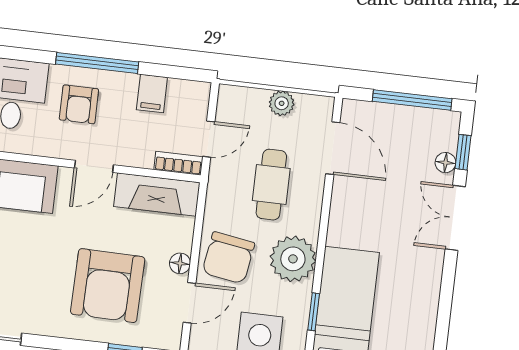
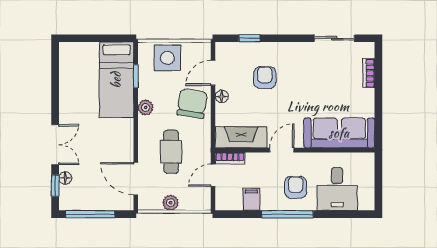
plant: (293, 259) -> (146, 107), width x0.53, depth x0.53
armchair: (108, 286) -> (265, 78), width x0.53, depth x0.53

